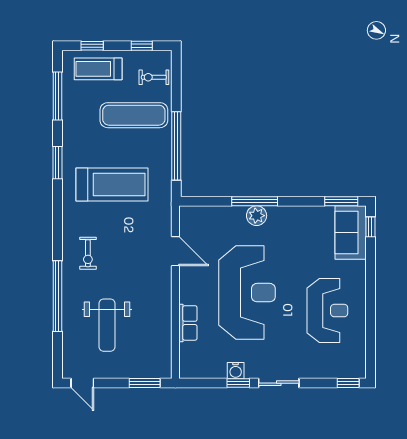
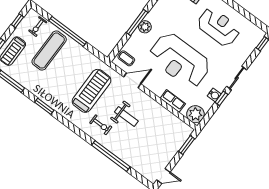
window: (176, 146) -> (68, 31), moved
treadmill: (112, 184) -> (91, 91), moved
coffee table: (198, 222) -> (126, 58), added
reception desk: (247, 293) -> (180, 60), turned 180
weight bench: (107, 325) -> (126, 117), moved, width x0.73, depth x0.75
plant: (193, 365) -> (195, 114), added

